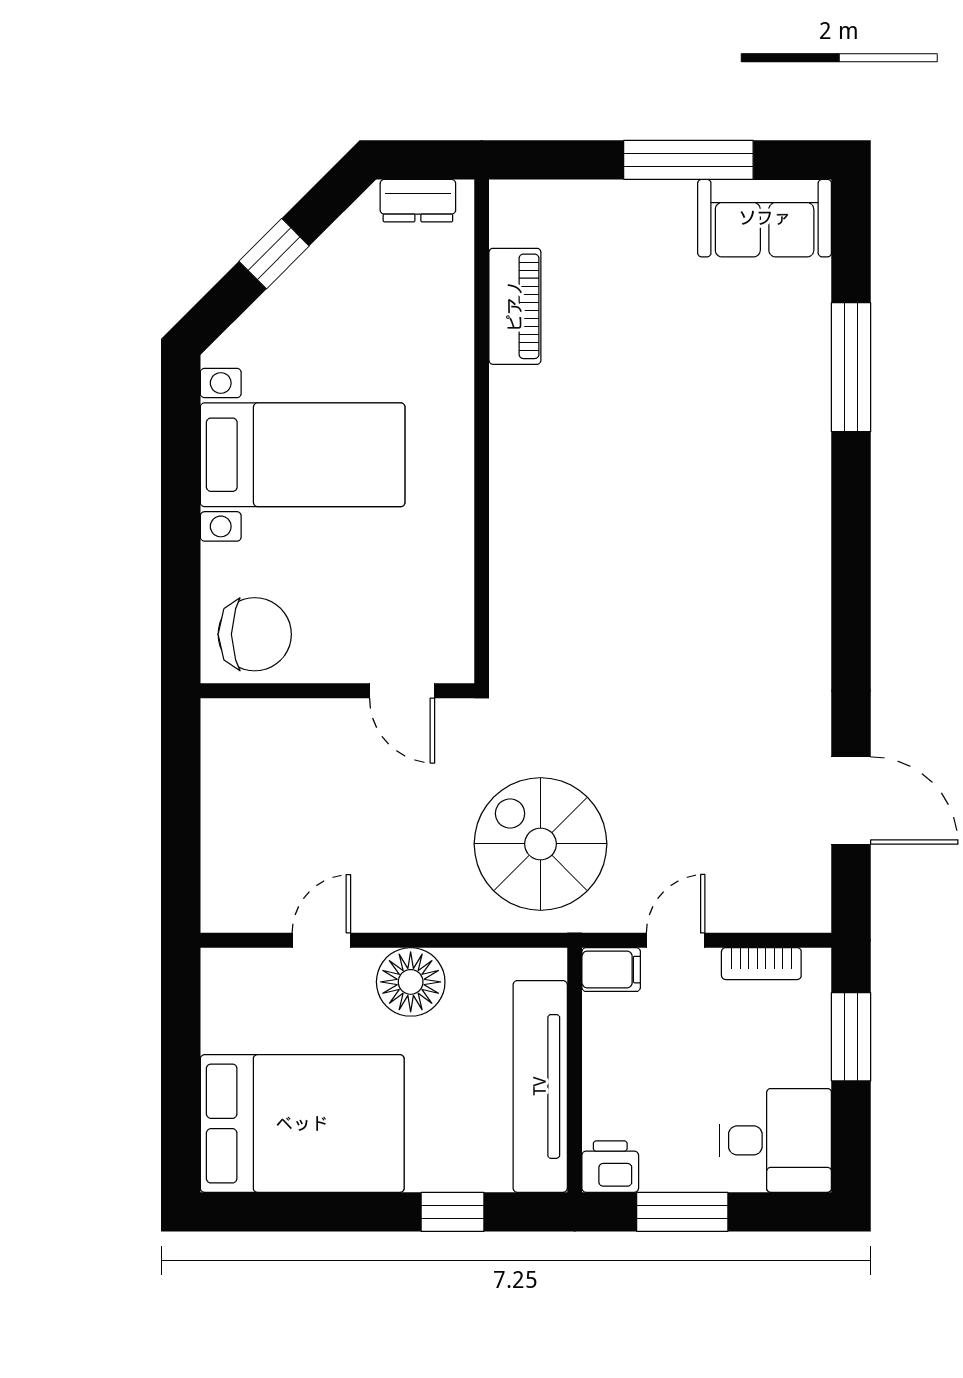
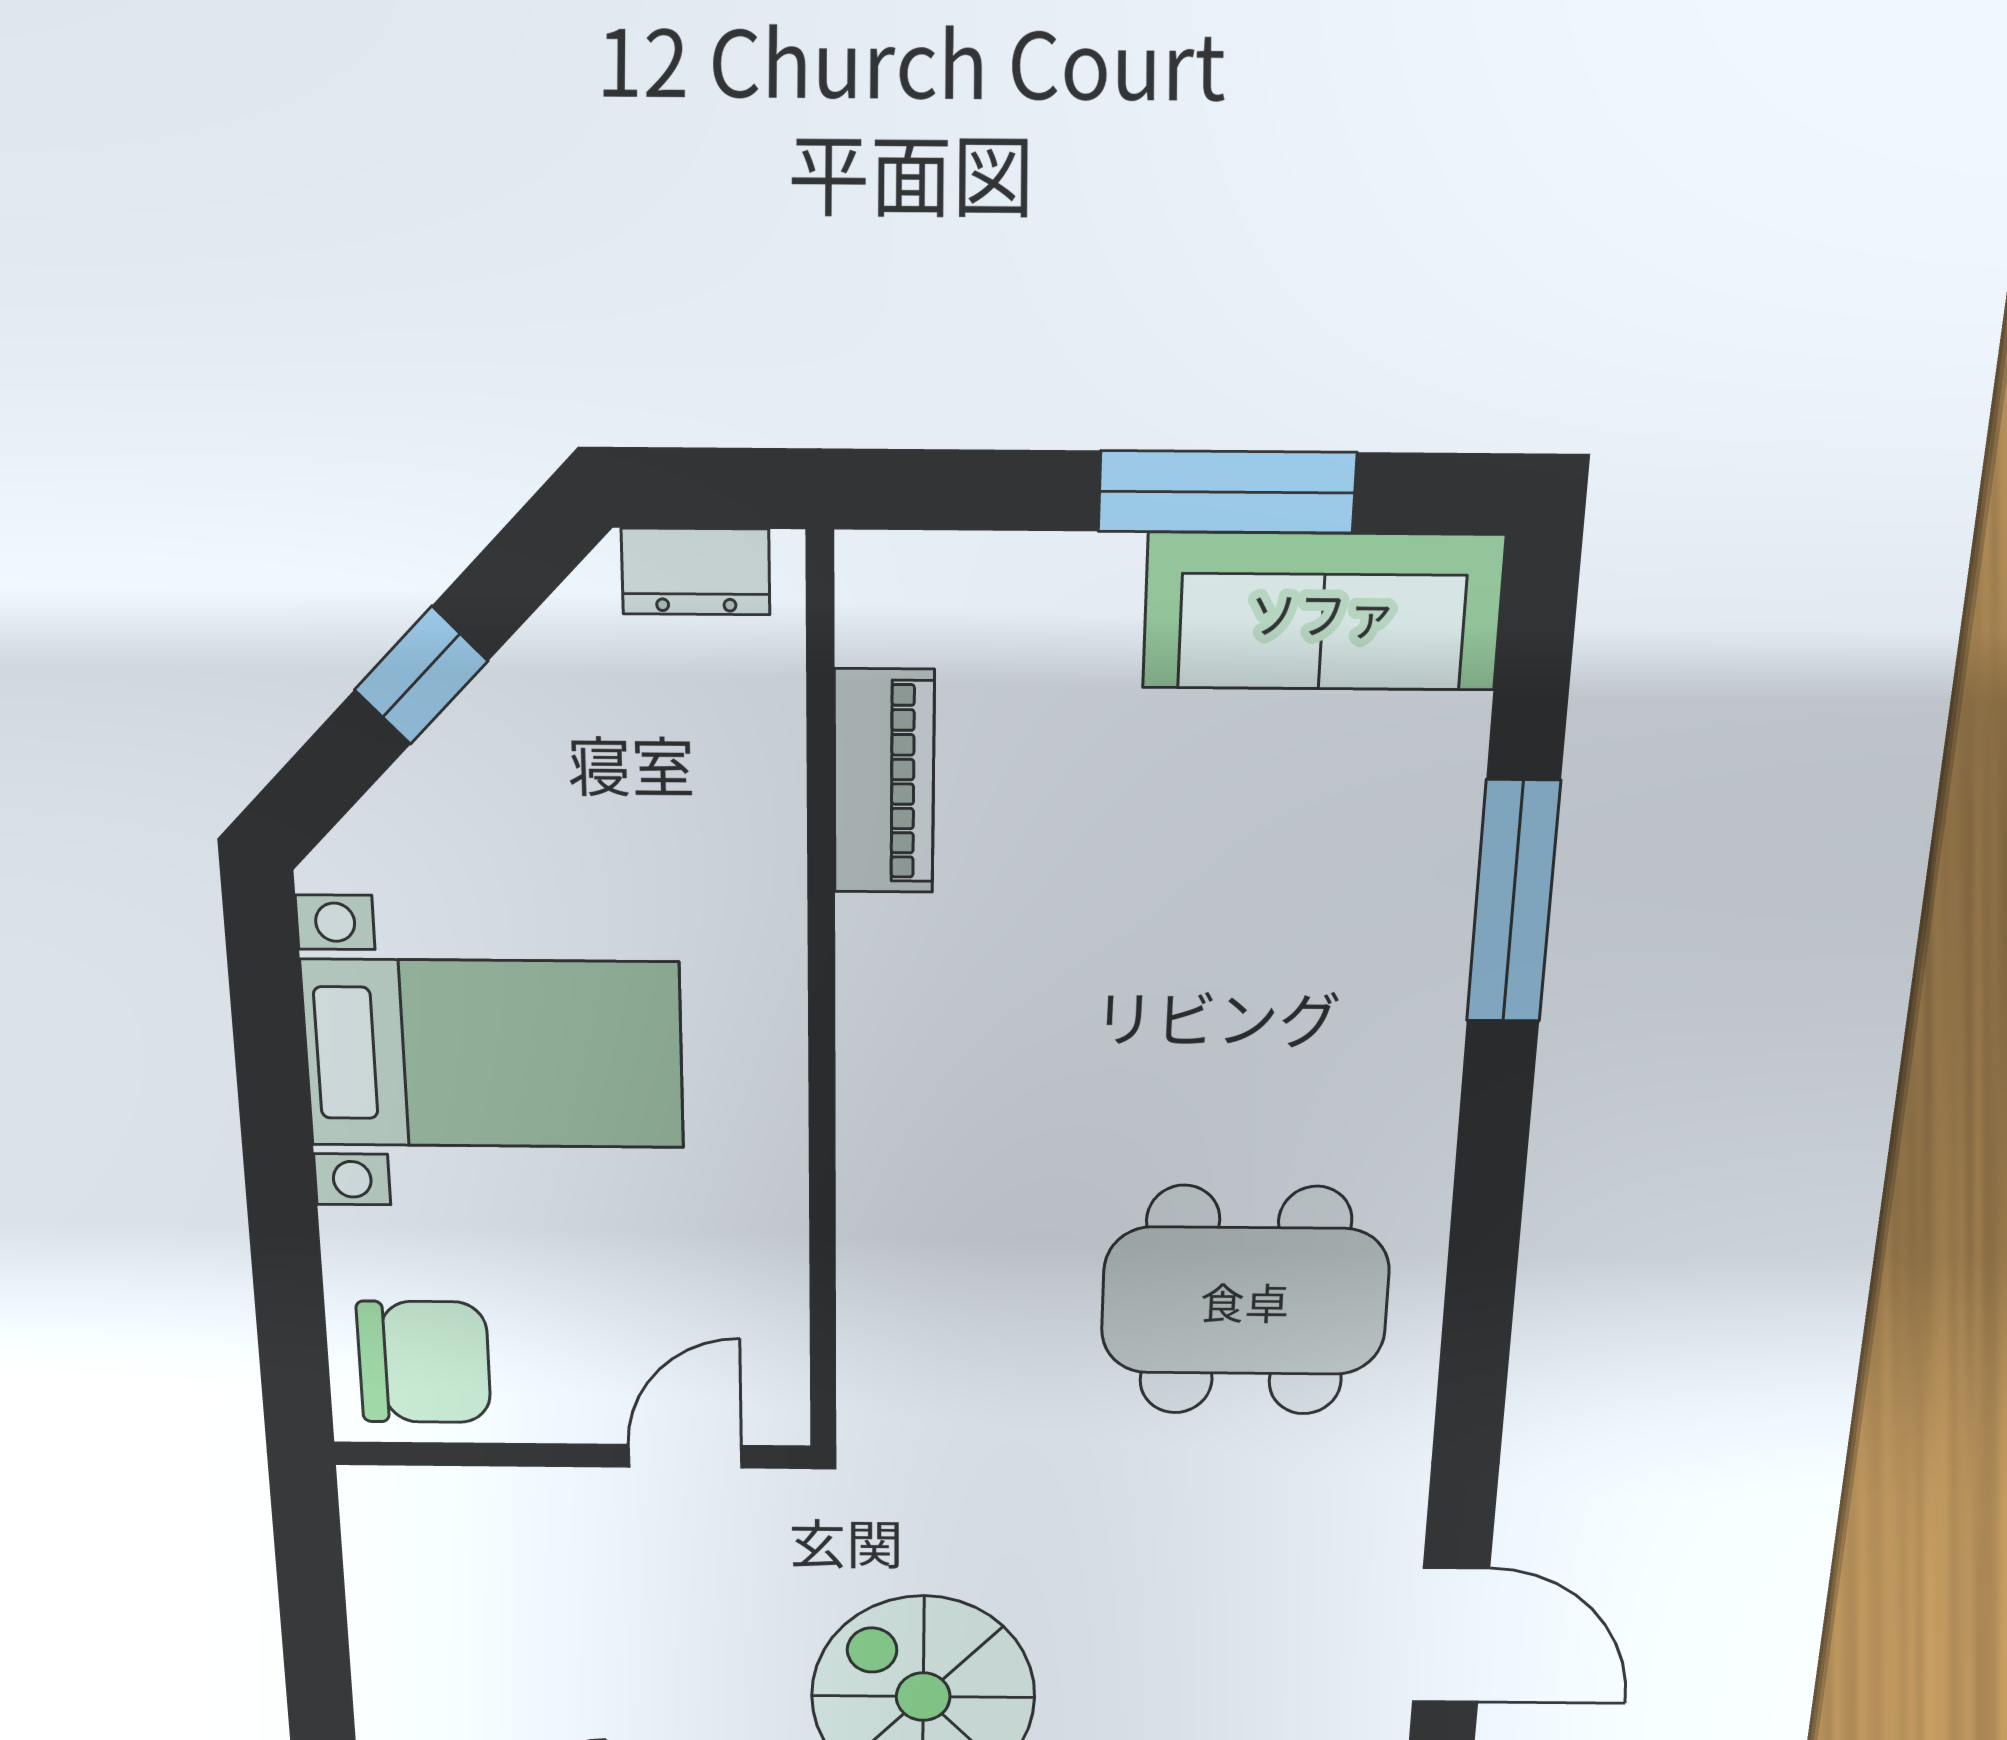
sofa: (765, 218) -> (1323, 612), width x1.36
dining table: (719, 594) -> (1245, 1301), added
door: (402, 691) -> (685, 1456), swing flipped

